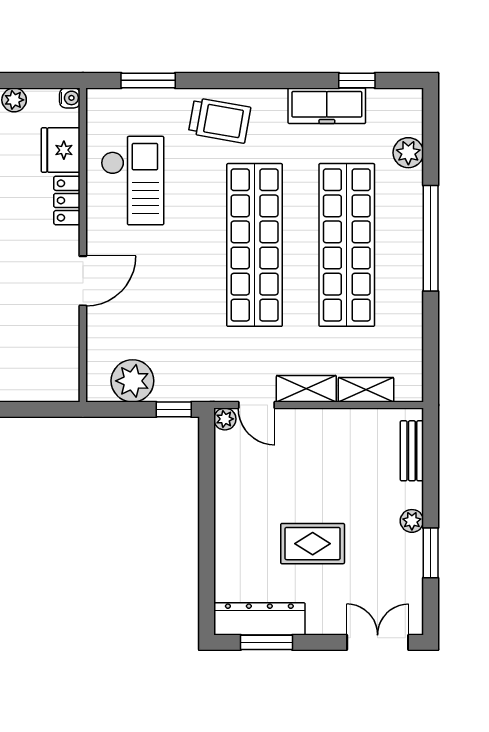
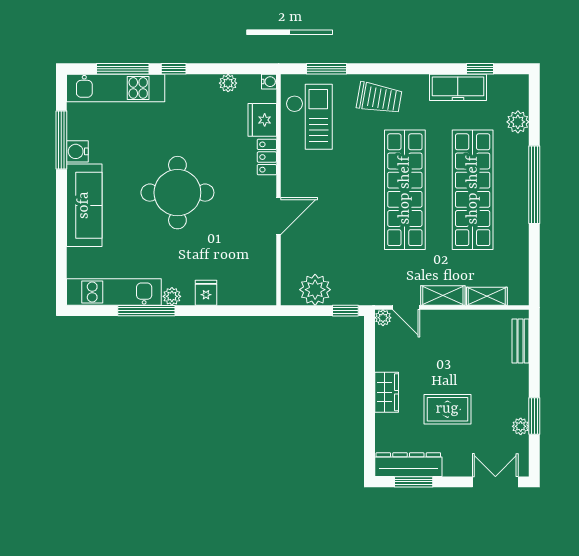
checkout: (132, 181) -> (309, 117), moved
wardrobe: (230, 520) -> (387, 392), added
plant: (412, 521) -> (521, 426), moved

